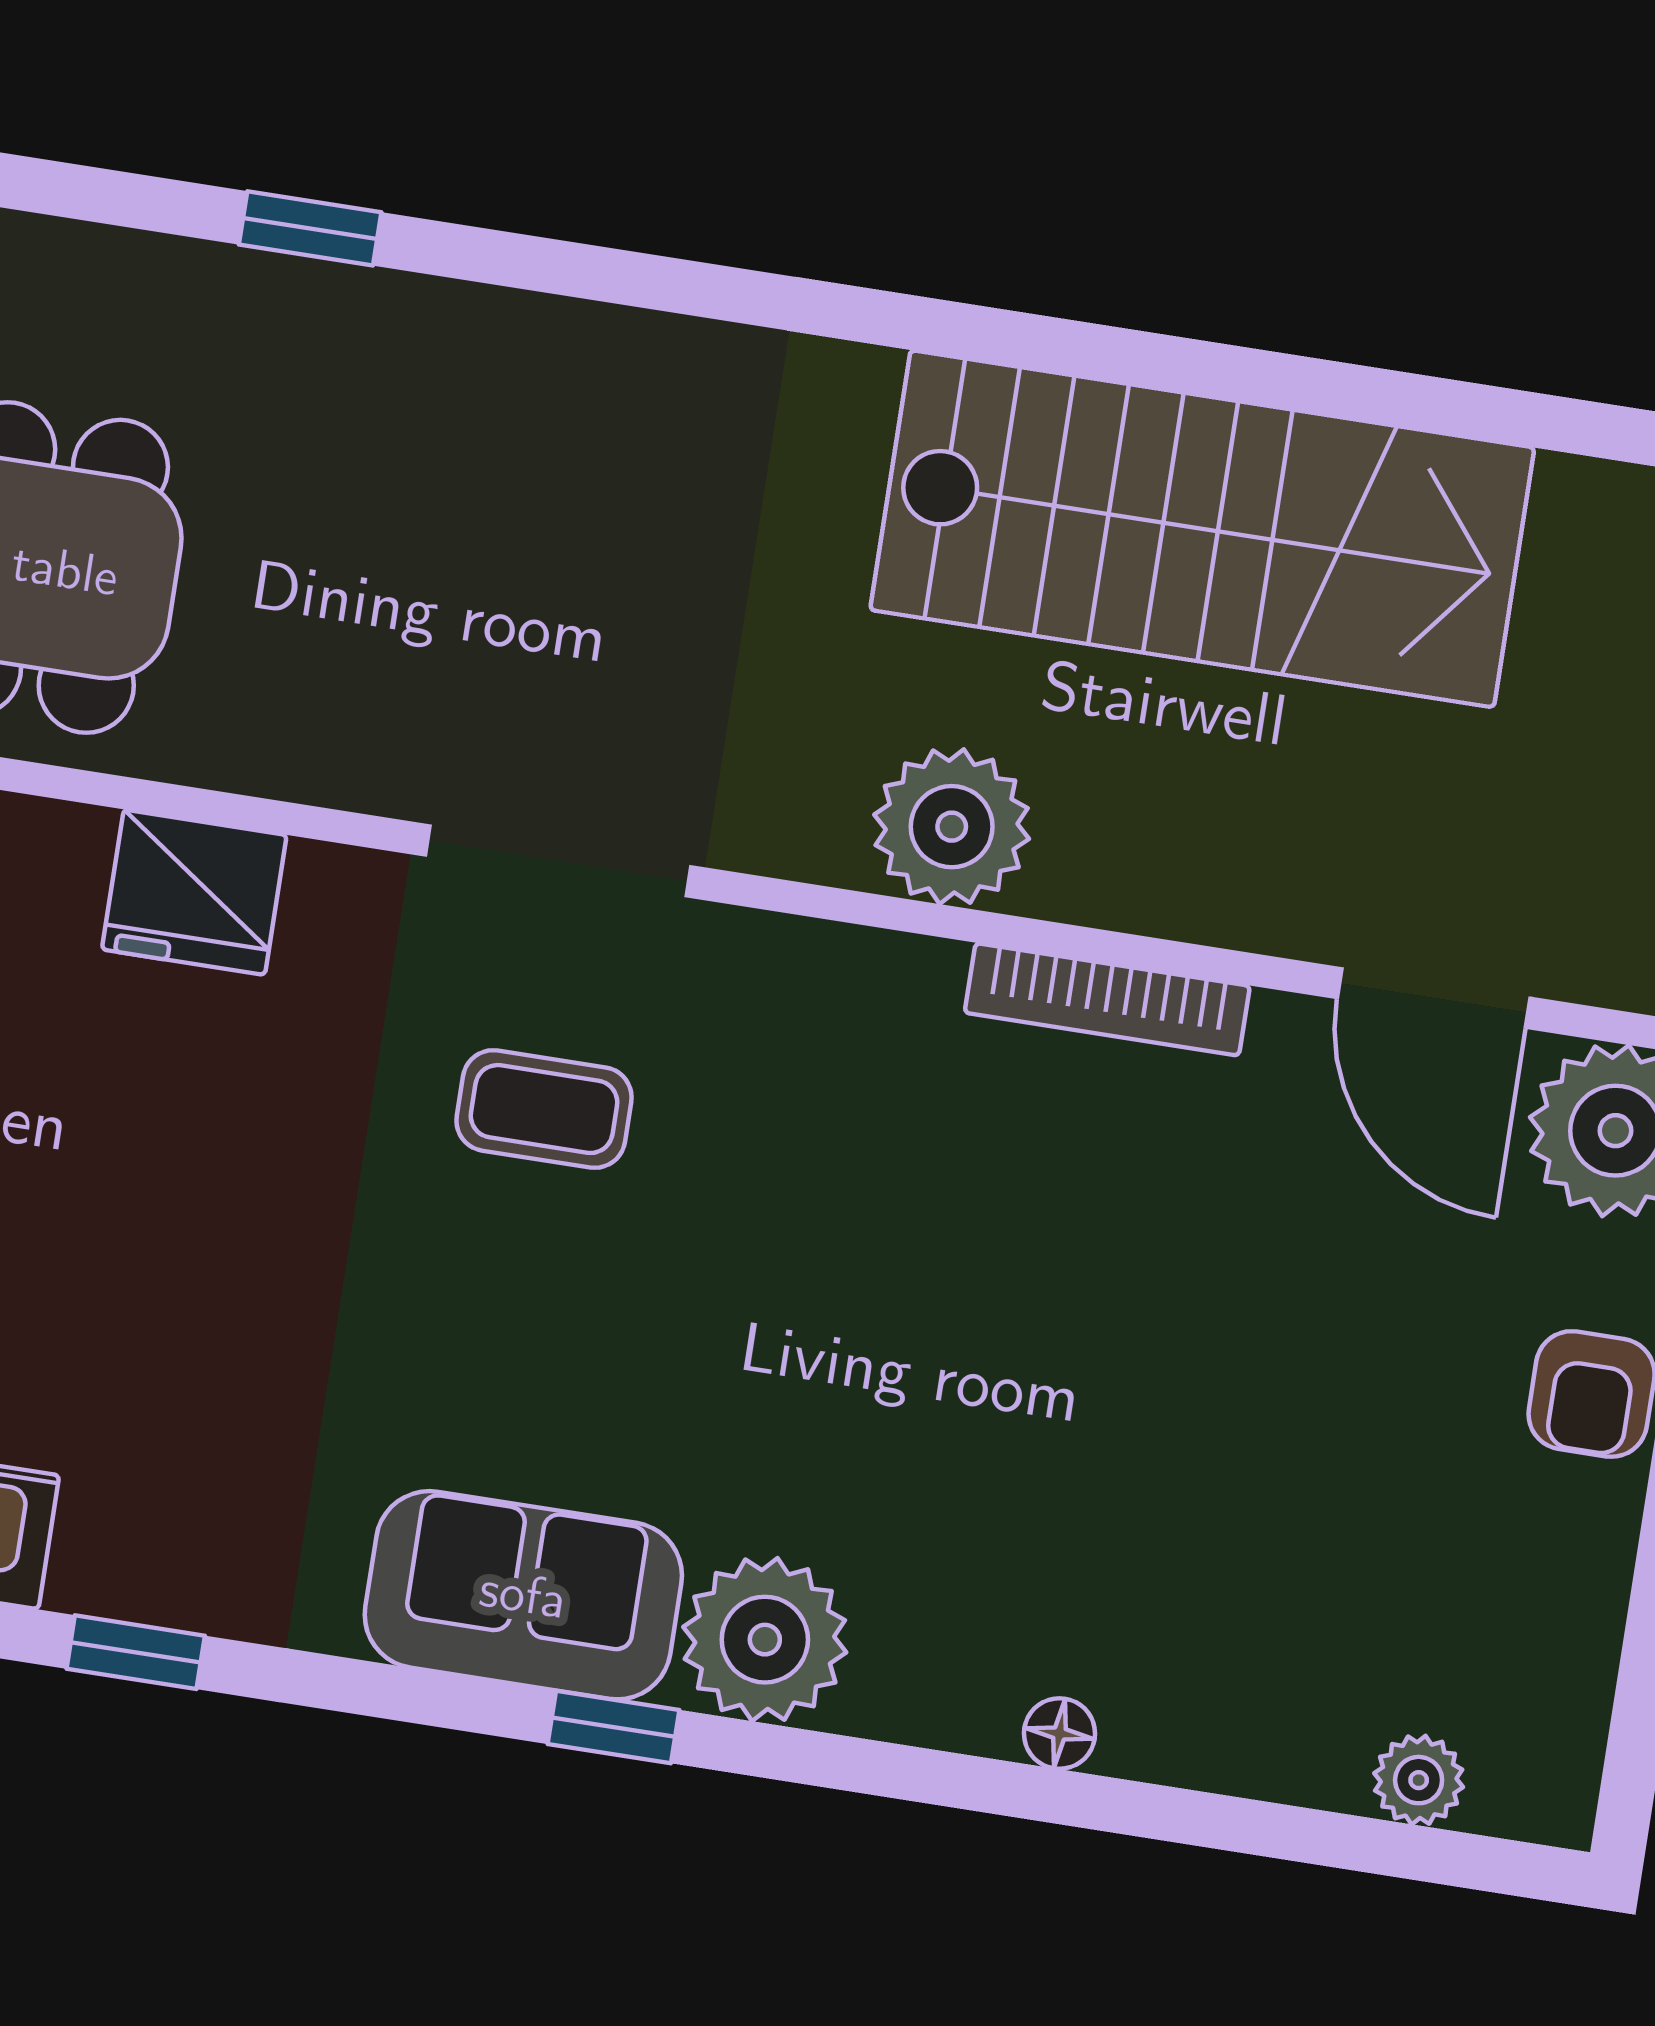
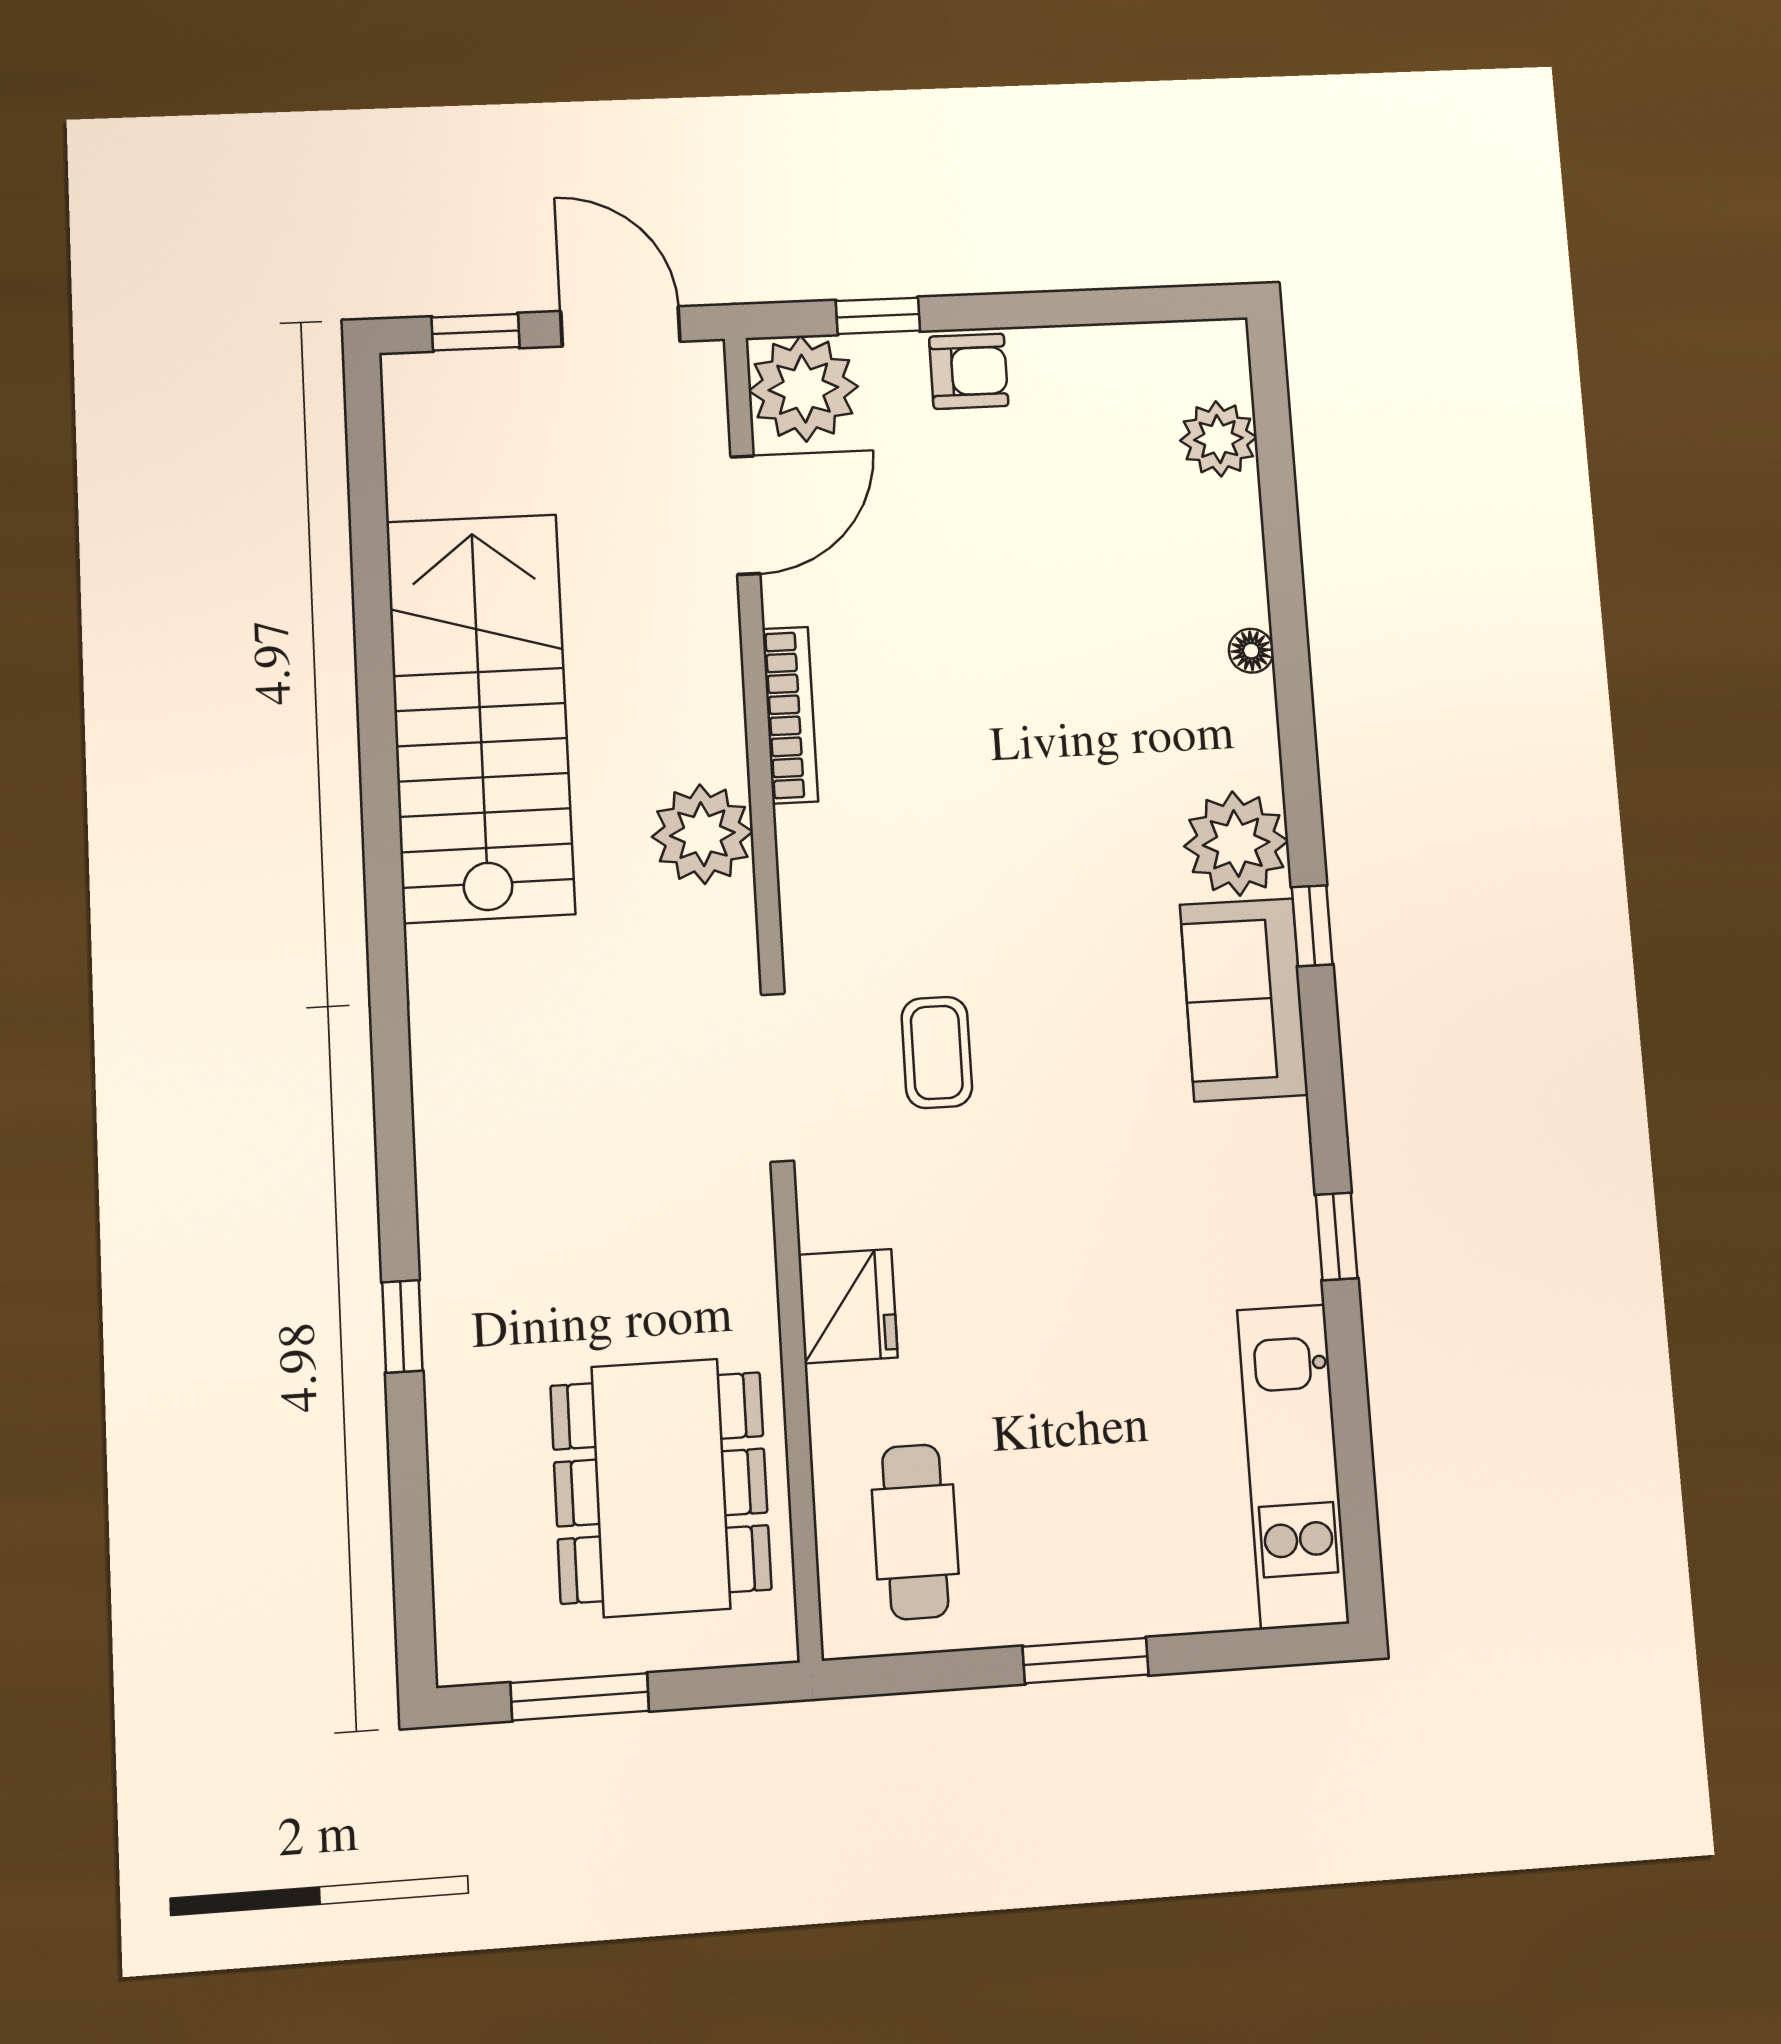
plant: (1419, 1780) -> (1218, 439), width x1.38, depth x1.38

